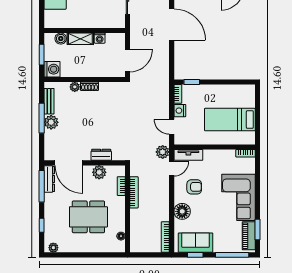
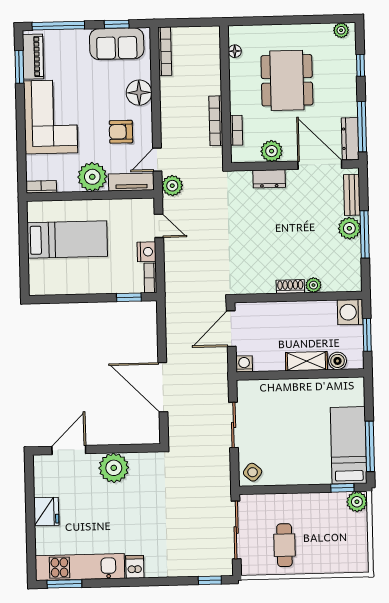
washing machine: (100, 38) -> (244, 364), moved
bench: (49, 101) -> (352, 195), moved
plant: (213, 159) -> (92, 177), added
dining table: (88, 217) -> (287, 80), turned 90

